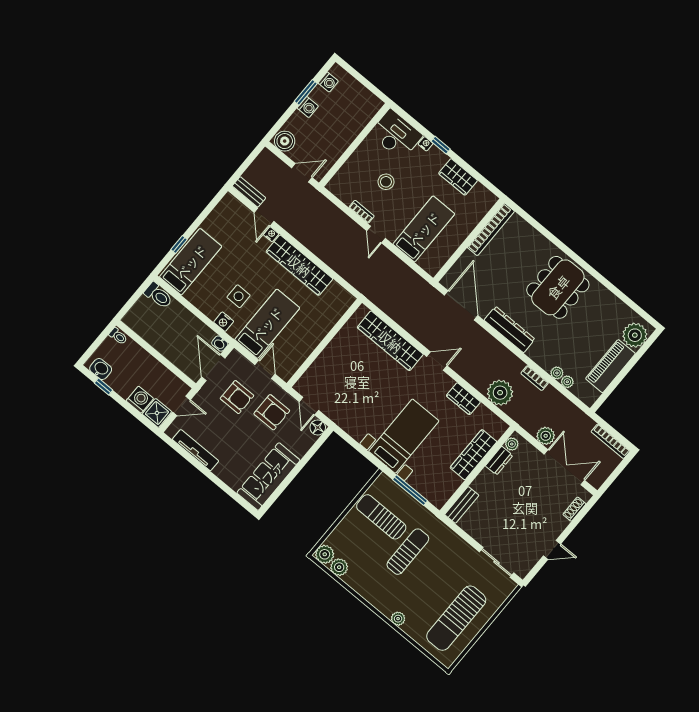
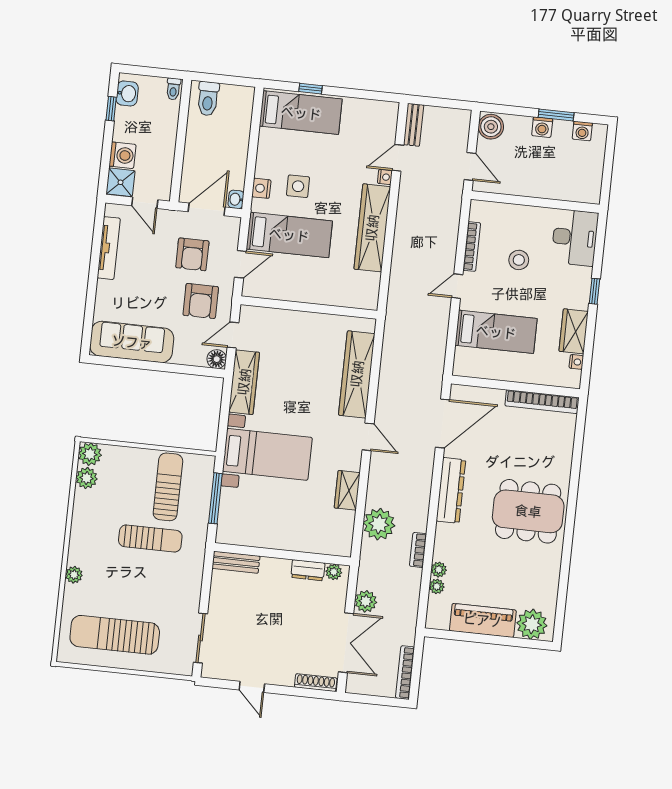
nightstand: (426, 144) -> (576, 362), moved
bookcase: (362, 212) -> (472, 247), width x1.56
toilet: (158, 295) -> (208, 99), moved
wardrobe: (473, 455) -> (244, 382), moved, turned 90
shoe rack: (574, 509) -> (316, 683), width x1.43

